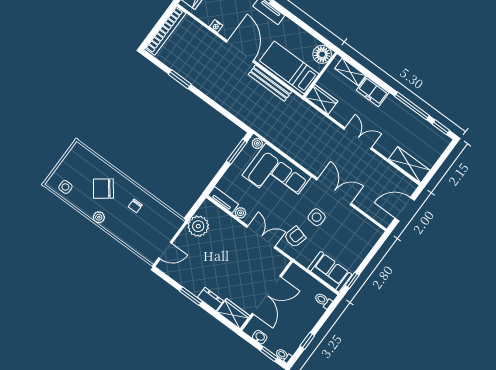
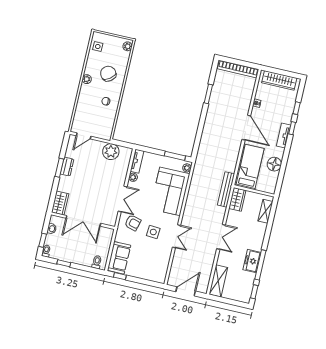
door: (240, 51) -> (246, 128), hinge flipped
floor lamp: (322, 54) -> (274, 164), moved
bench: (270, 83) -> (226, 189), moved
freezer: (373, 91) -> (252, 261), moved
plant: (81, 151) -> (127, 46), added
double door: (334, 192) -> (177, 236), width x0.73
door: (405, 209) -> (186, 291), hinge flipped
door: (165, 250) -> (84, 136), hinge flipped
dresser: (210, 299) -> (67, 167), moved

